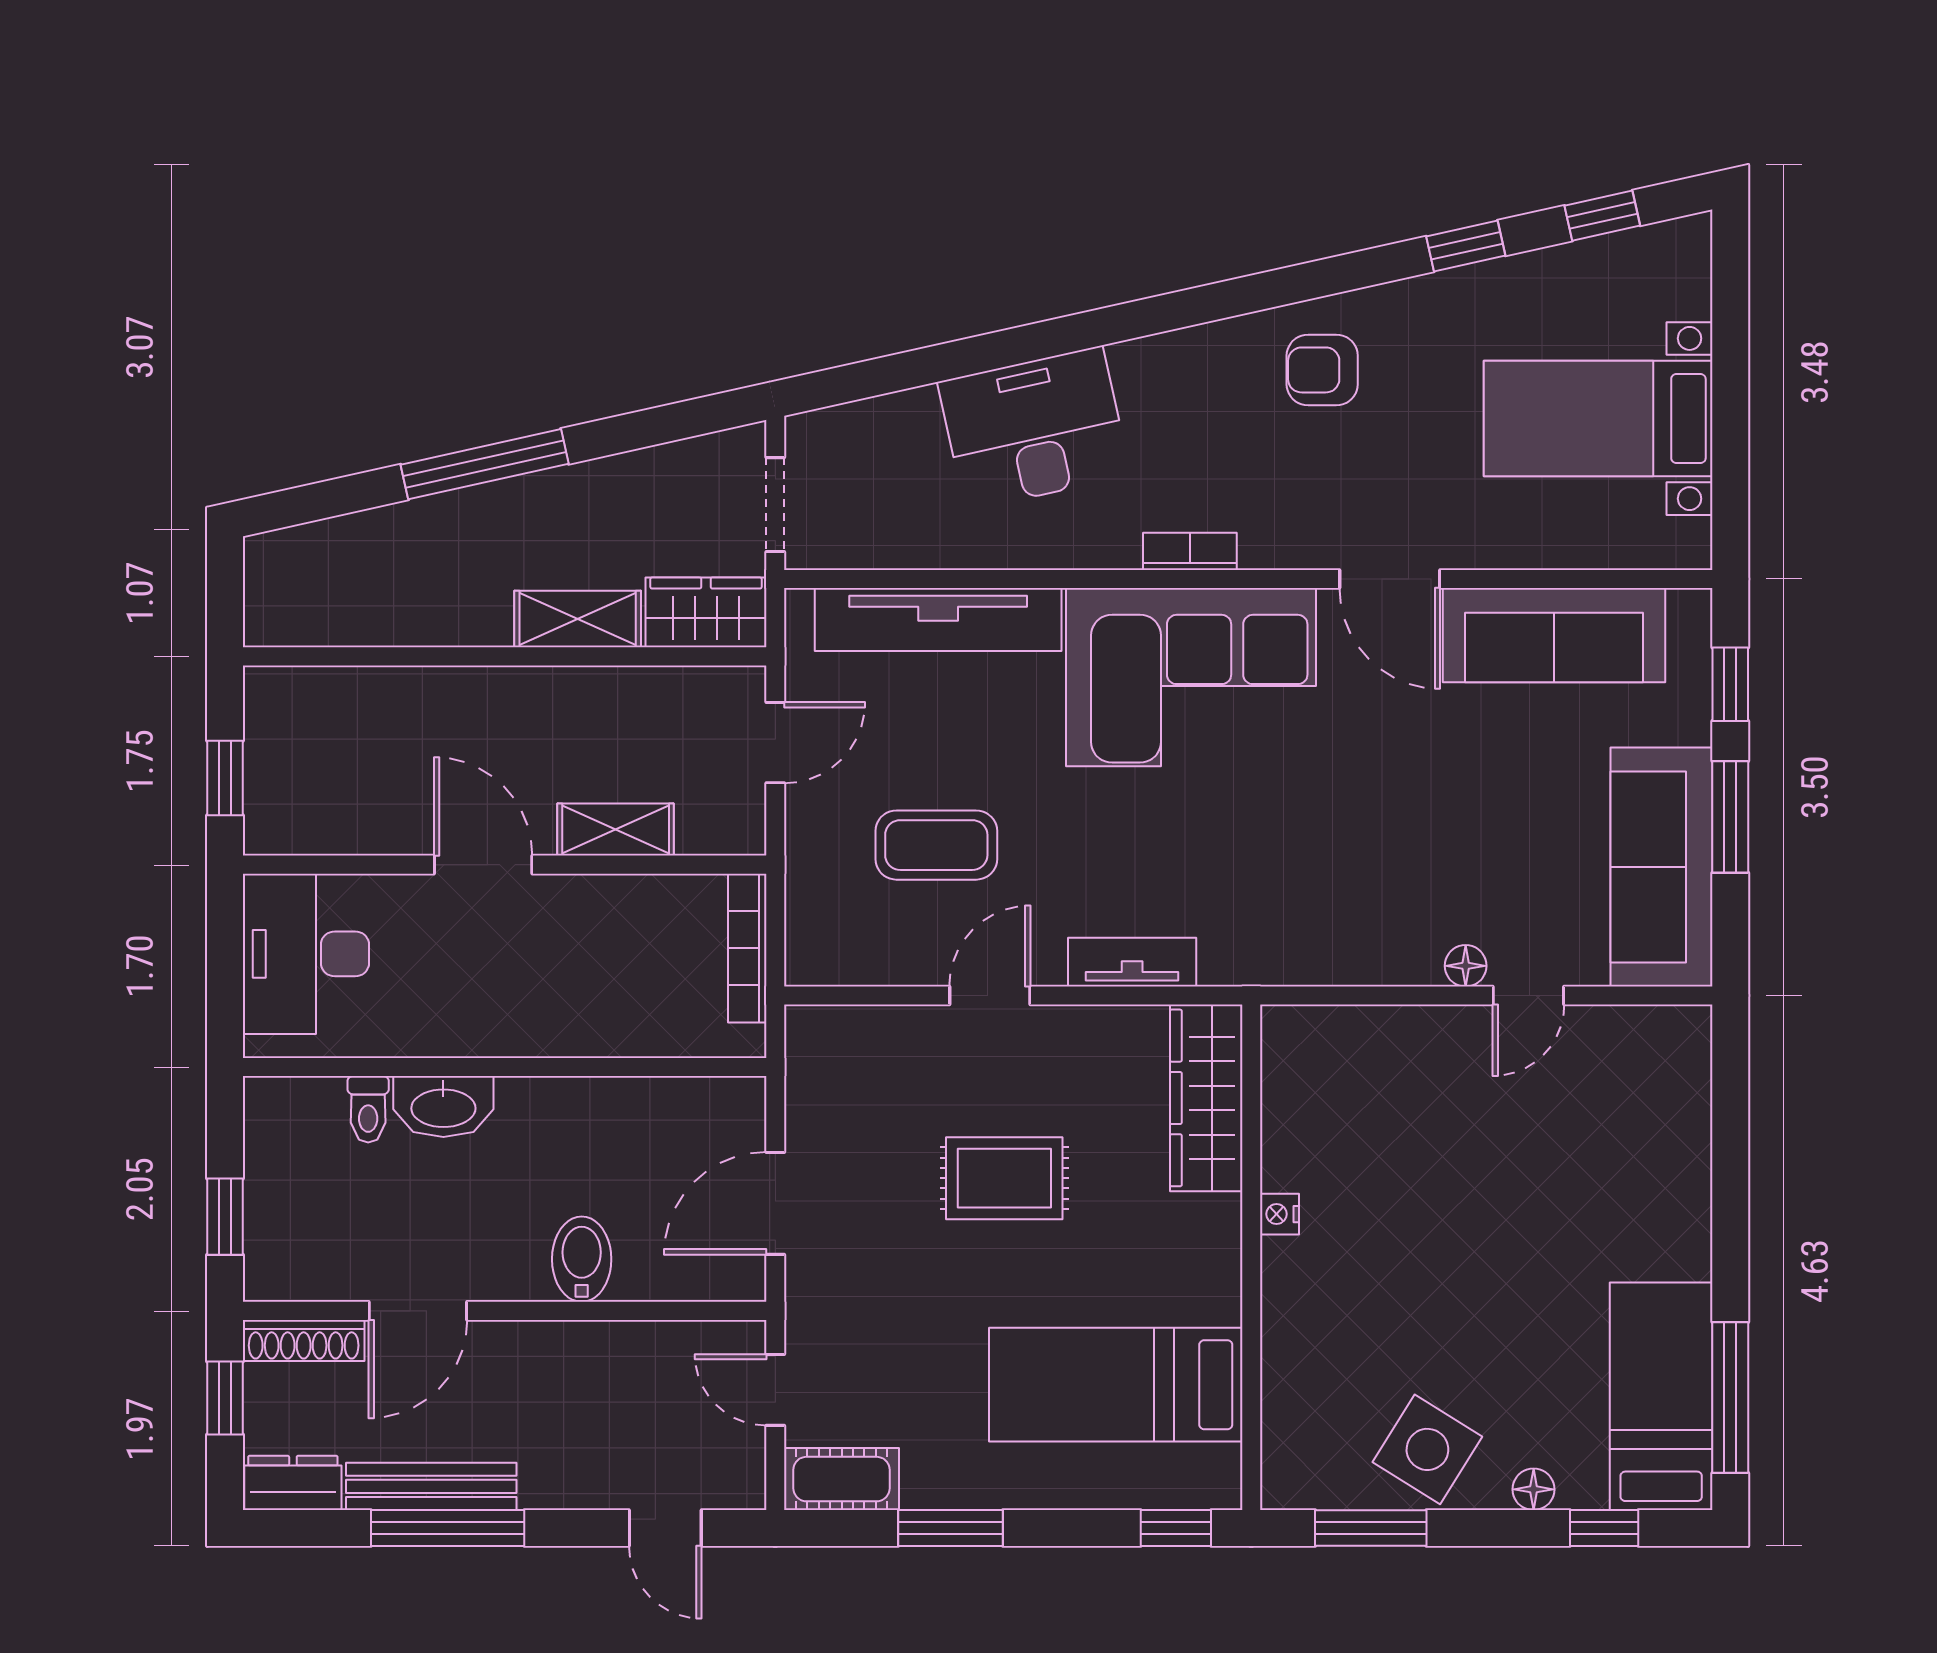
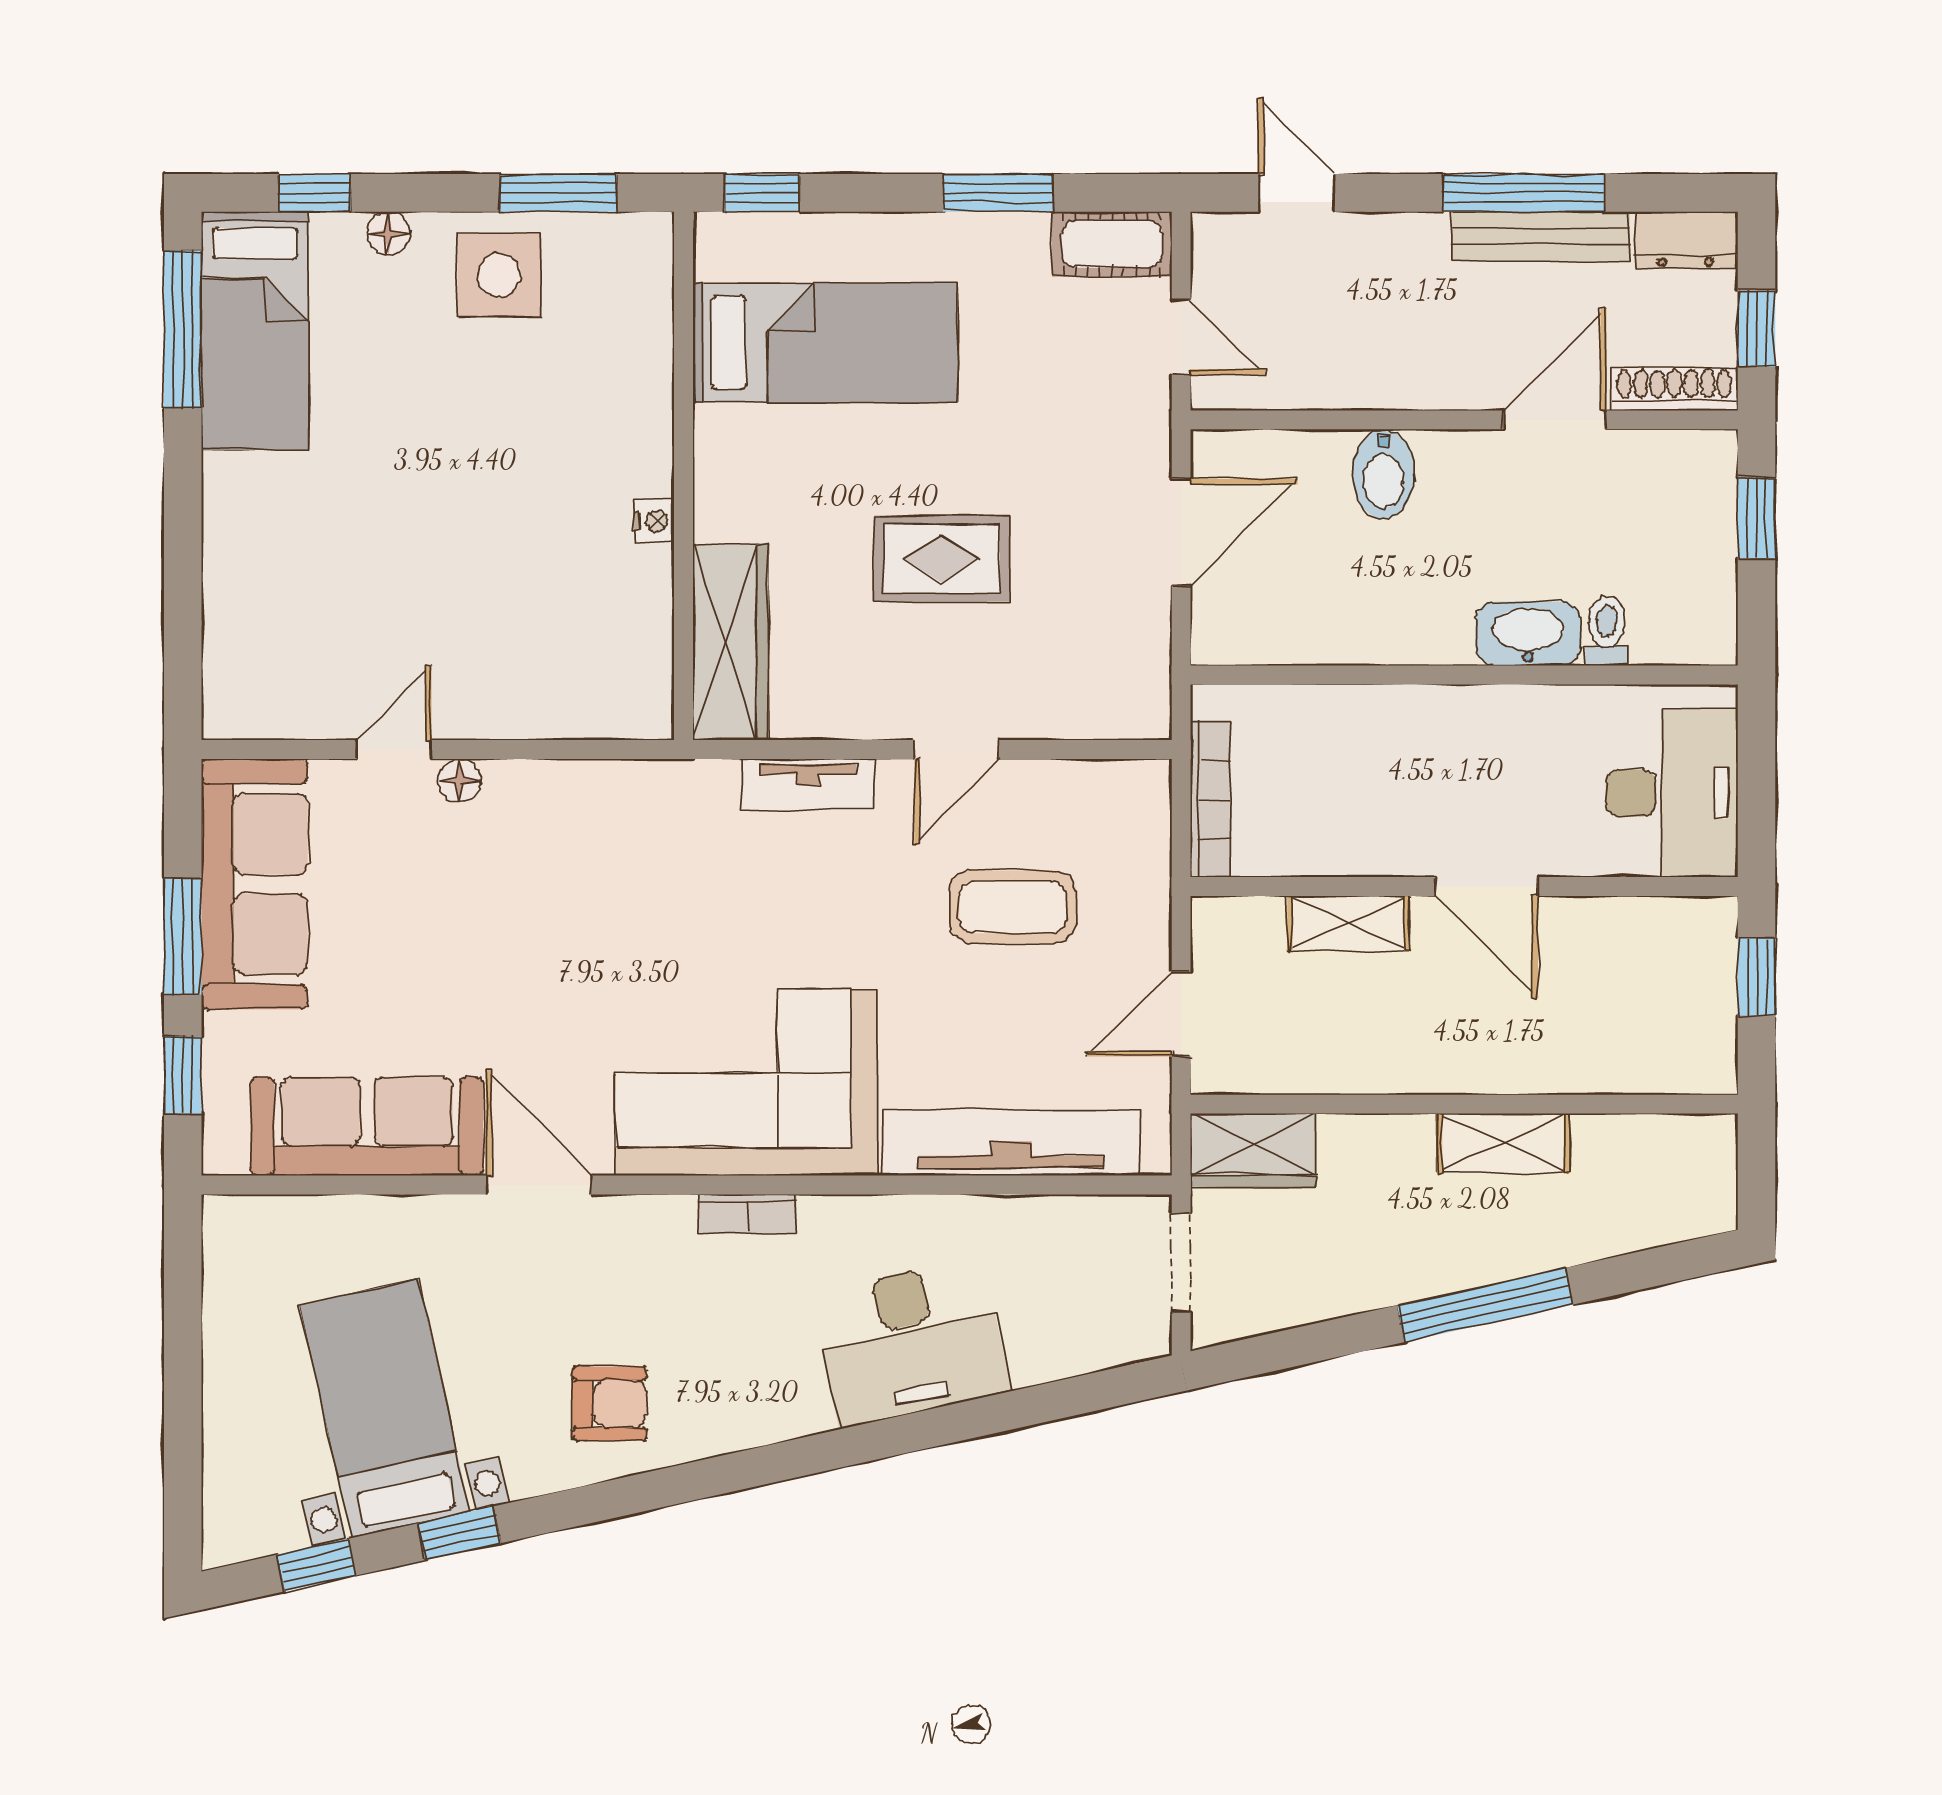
bed with nightstands: (1598, 419) -> (385, 1408), moved, turned -103
shelving: (578, 619) -> (1503, 1143), moved
side table: (1427, 1449) -> (499, 275), turned -32

